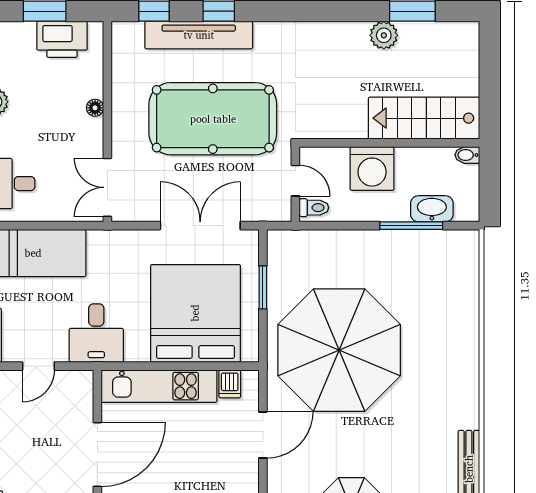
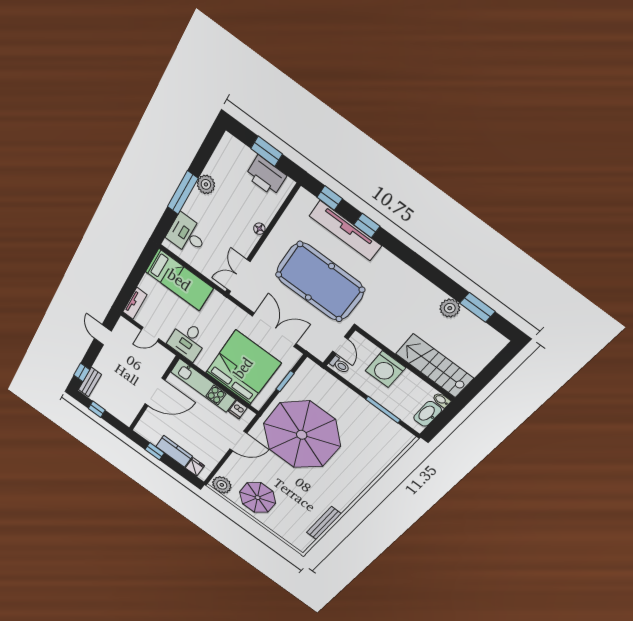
washbasin: (432, 209) -> (428, 414), moved, turned -90

